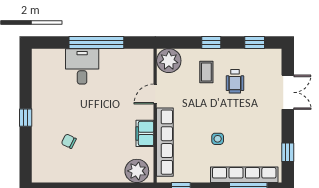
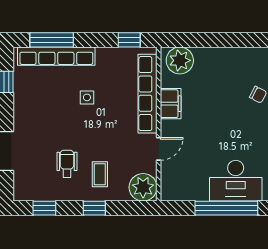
desk: (82, 66) -> (236, 181), width x1.37

